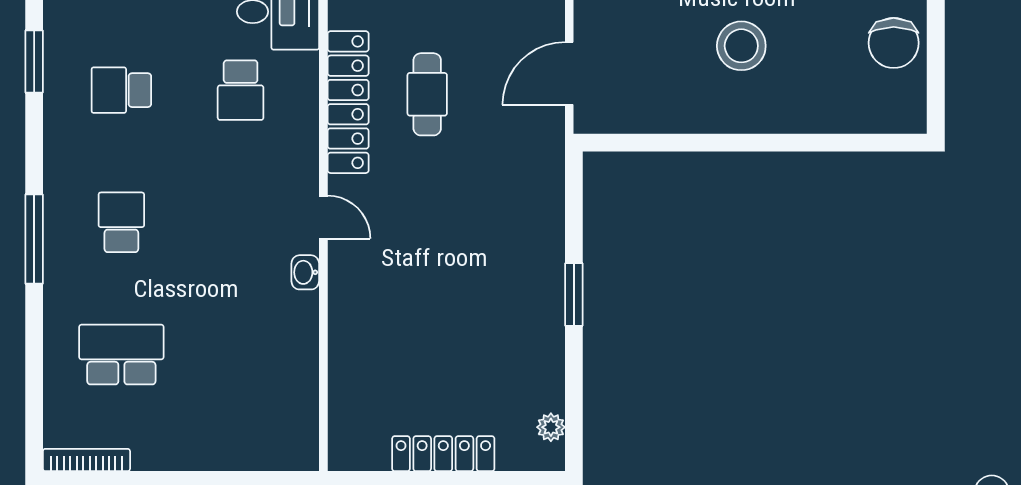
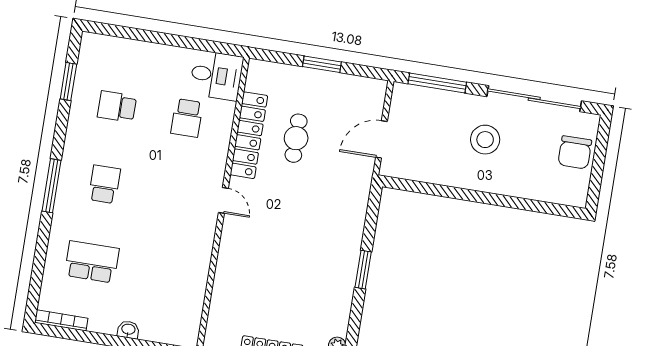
washbasin: (305, 272) -> (128, 330), moved, turned 90

